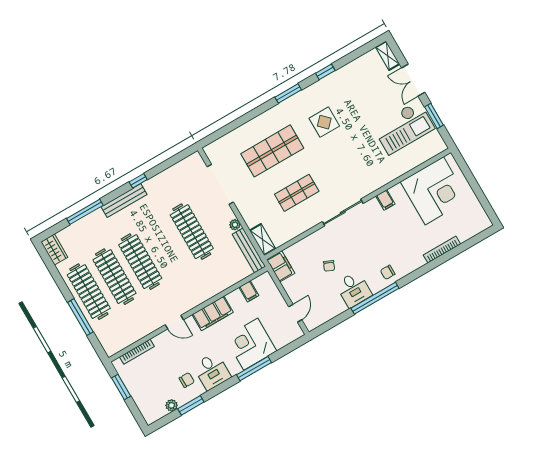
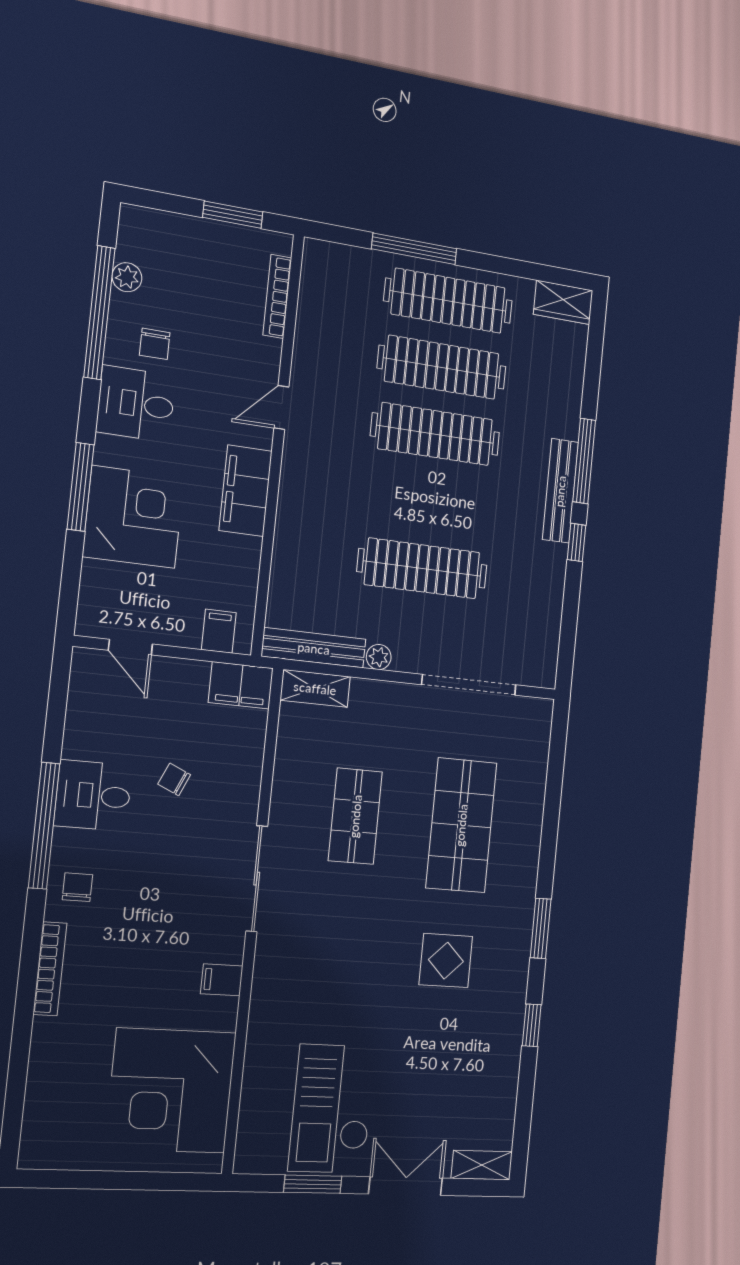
window: (85, 212) -> (584, 461), moved
bookcase: (442, 249) -> (50, 969), moved
filing cabinet: (249, 291) -> (219, 631), moved, turned 90
window: (191, 405) -> (99, 313), width x2.11

